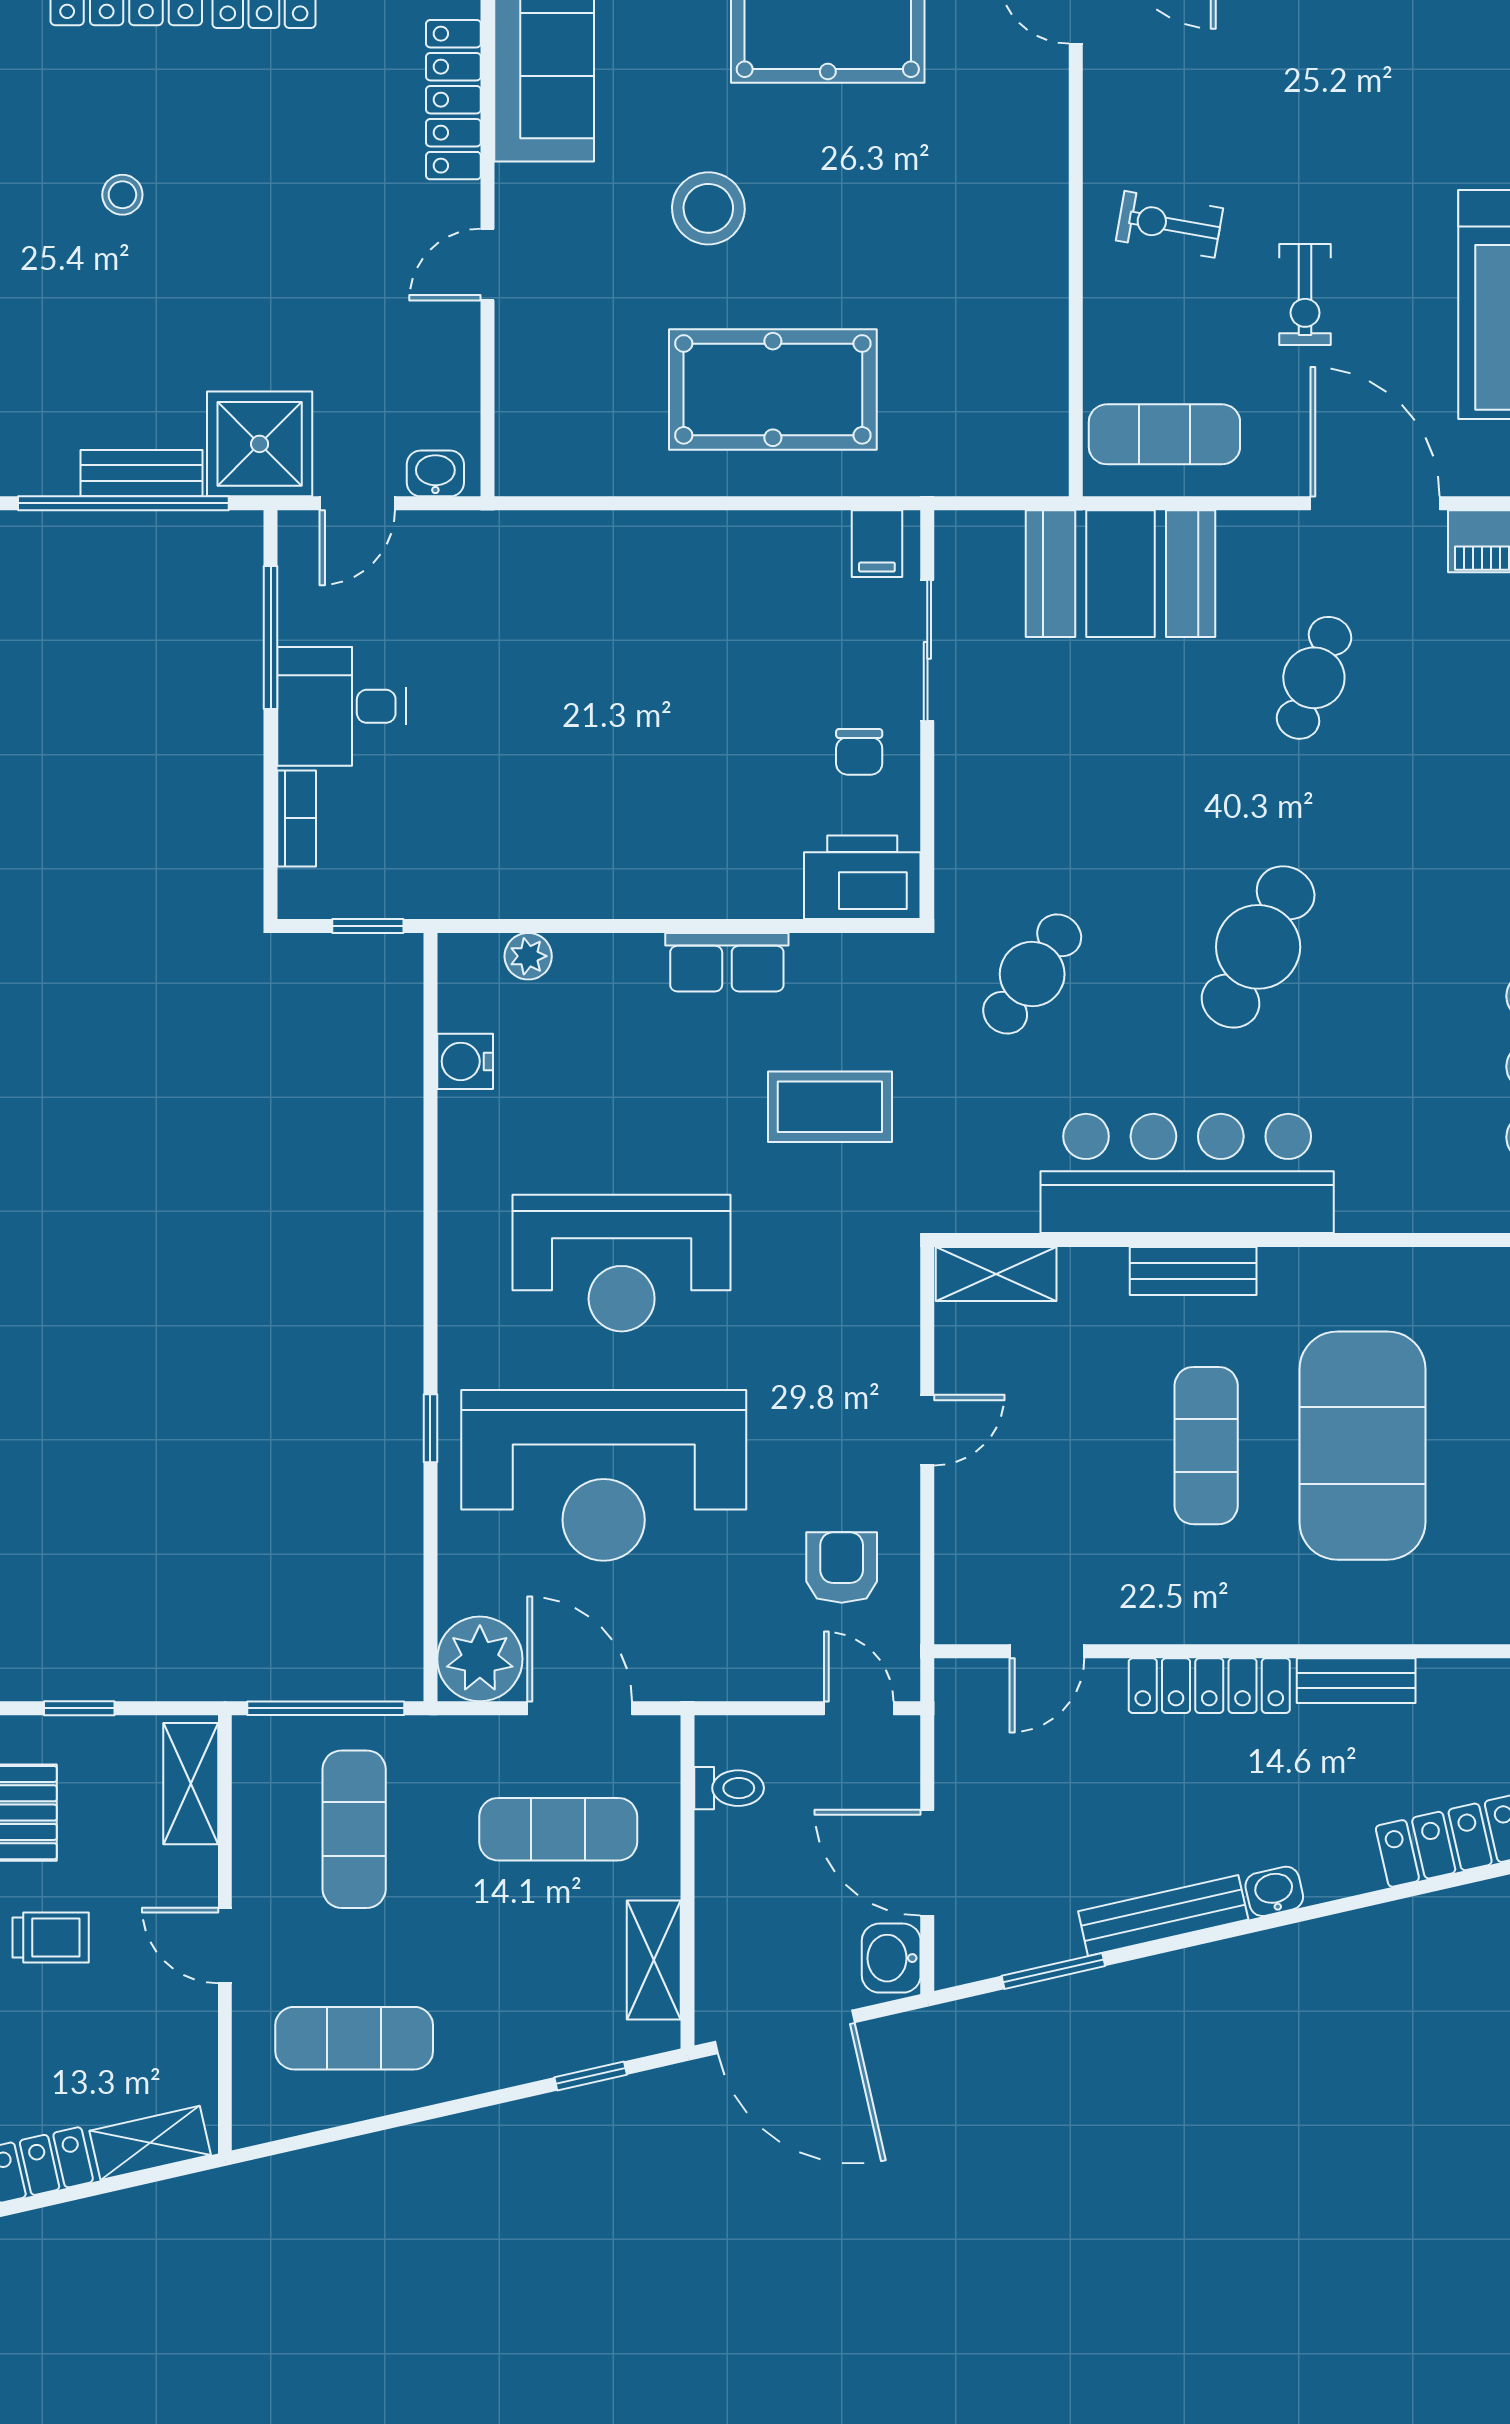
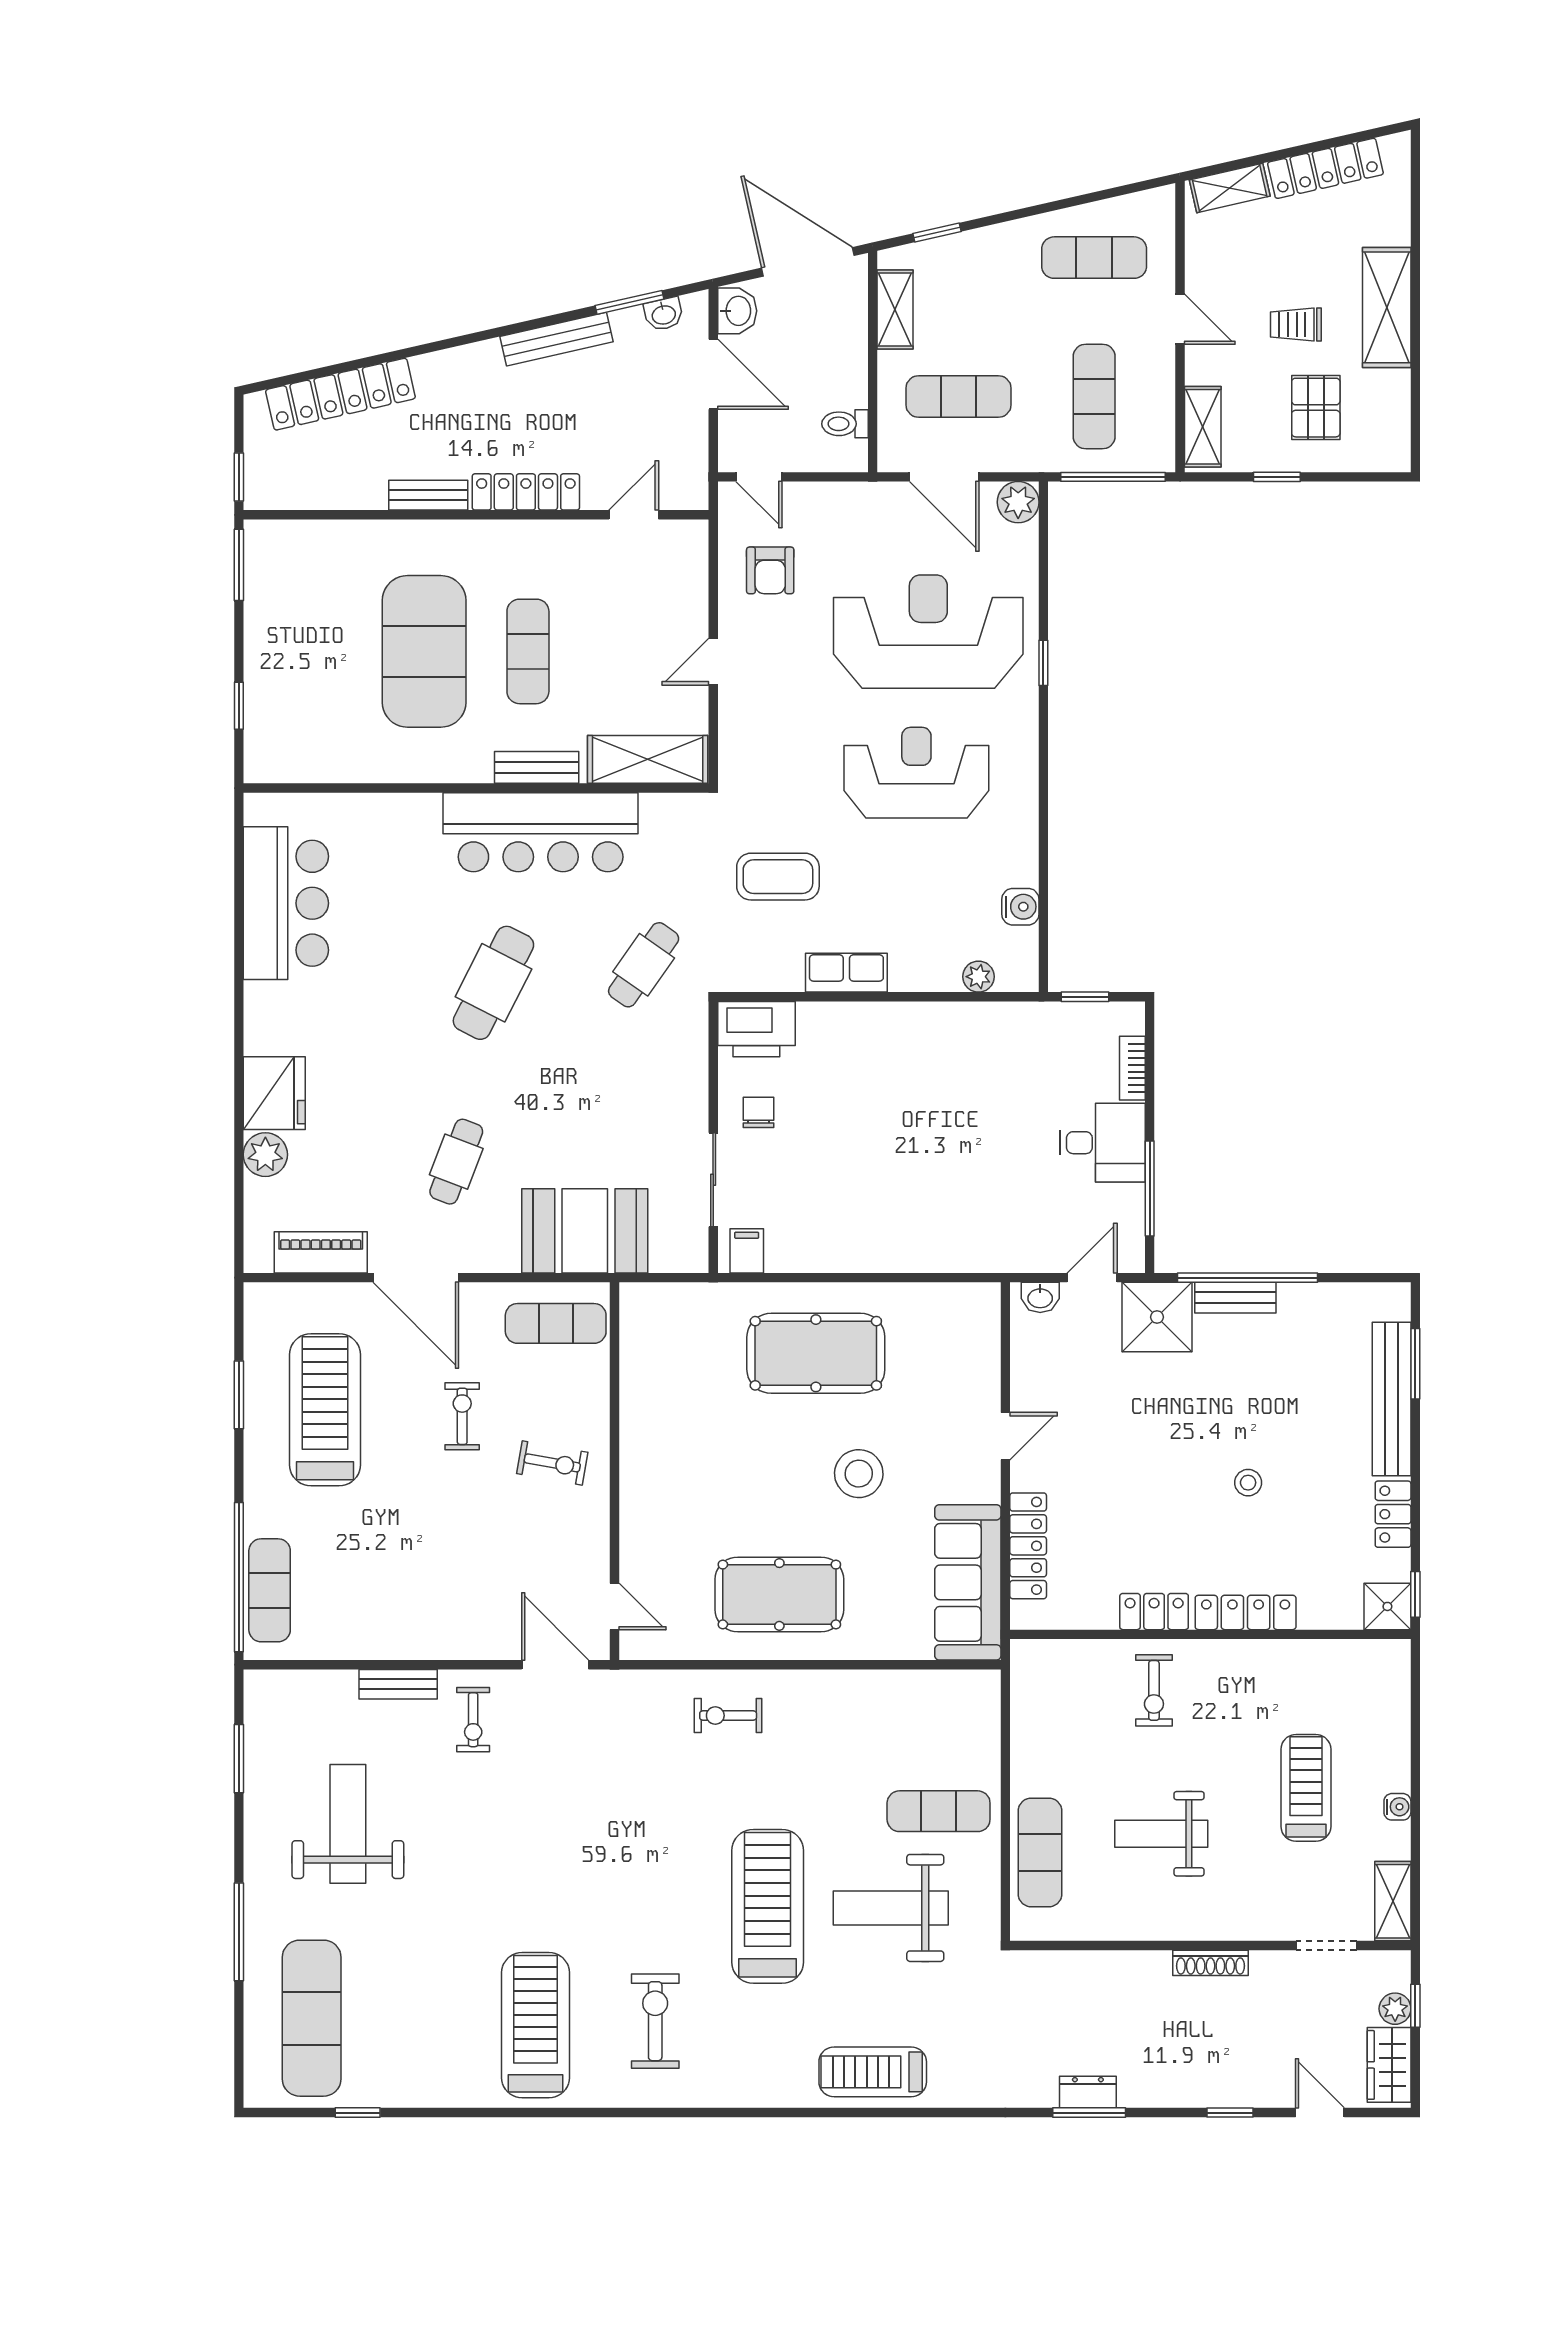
shelving: (996, 1274) -> (648, 759), width x1.50, depth x1.33
plant: (480, 1659) -> (1018, 502), width x0.73, depth x0.73
washbasin: (1274, 1891) -> (664, 314), moved

